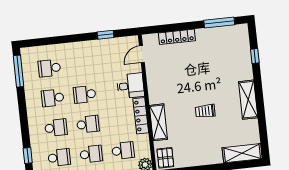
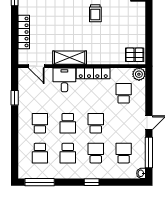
shelving: (158, 122) -> (70, 58), moved
school desk: (91, 154) -> (40, 123), moved
window: (28, 156) -> (92, 182), moved

